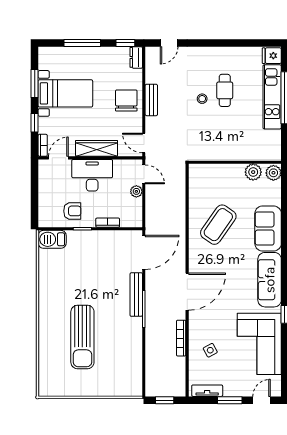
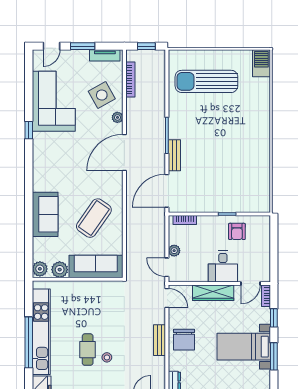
kitchen unit: (272, 97) -> (41, 332), width x1.36
stool: (202, 99) -> (107, 357), moved
desk: (92, 175) -> (223, 266), width x0.73
armchair: (72, 211) -> (237, 231), turned -90
bookcase: (108, 223) -> (185, 220), moved
barbecue: (52, 239) -> (261, 63), moved, turned -90
sofa: (270, 280) -> (96, 266), moved, turned -90
bench: (136, 295) -> (174, 155), width x0.73
plant: (194, 327) -> (117, 117), added
sun lounger: (82, 337) -> (206, 81), moved, turned -90
bookcase: (181, 338) -> (130, 80), moved
side table: (210, 350) -> (102, 95), width x1.87, depth x1.87

